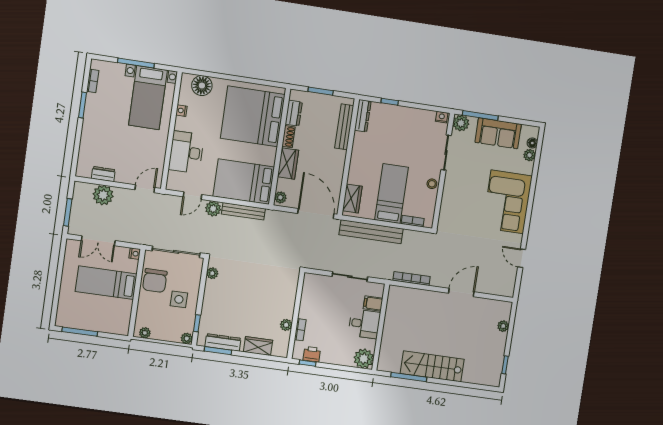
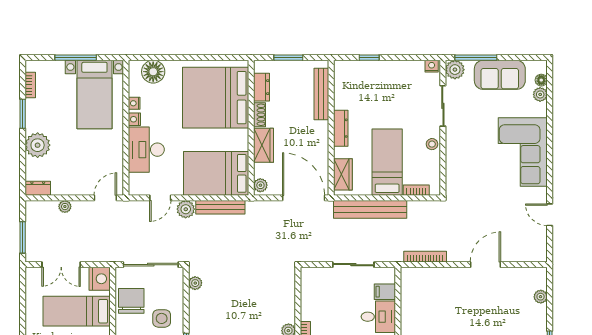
dresser: (363, 116) -> (341, 128), moved
nightstand: (180, 124) -> (134, 119), added
plant: (92, 134) -> (38, 145), added
dresser: (103, 174) -> (38, 188), moved
plant: (103, 195) -> (65, 207), width x0.53, depth x0.53
nightstand: (135, 254) -> (100, 279), width x1.89, depth x1.79
chair: (155, 281) -> (131, 301), turned 180

